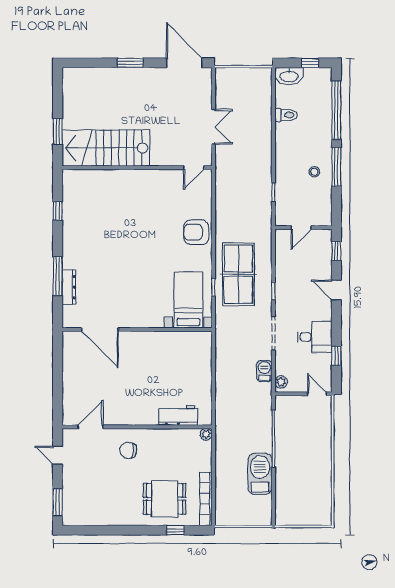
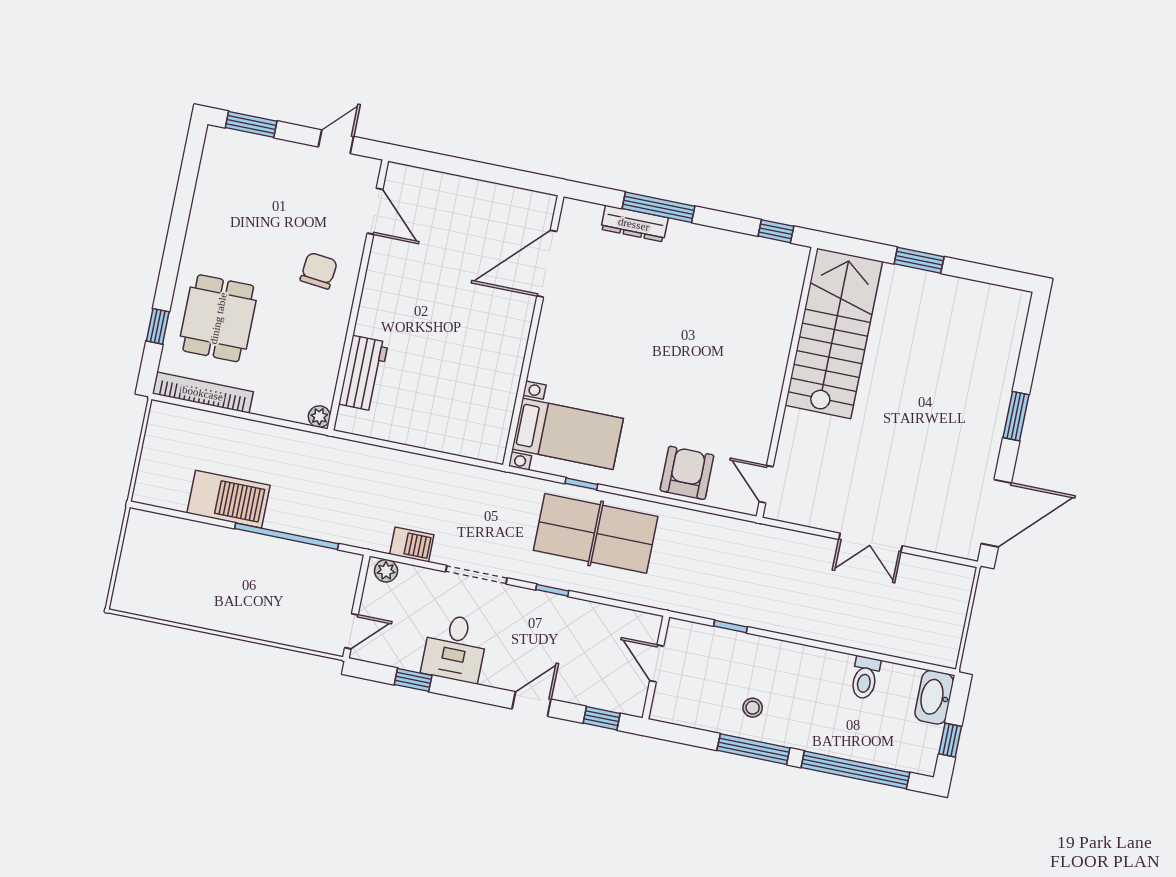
stairs: (106, 148) -> (834, 333), moved
wall: (137, 168) -> (787, 382), moved
door: (194, 168) -> (766, 484), moved

